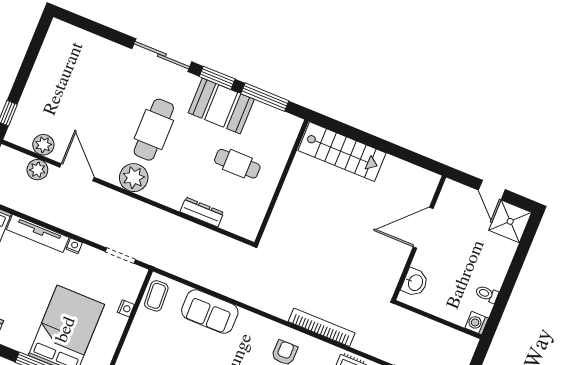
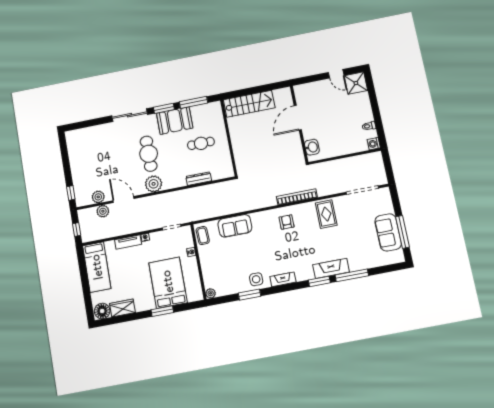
door: (423, 228) -> (298, 118), moved
tv unit: (38, 233) -> (128, 242), width x0.71
wall: (419, 238) -> (299, 124), moved
washbasin: (415, 282) -> (312, 147), moved

